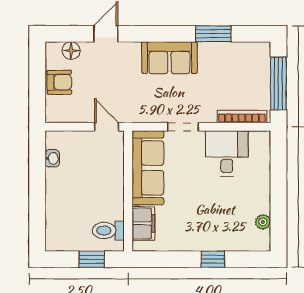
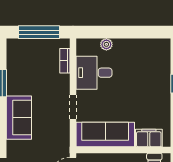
bookcase: (242, 116) -> (65, 61), width x0.64
plant: (263, 222) -> (106, 44), moved

